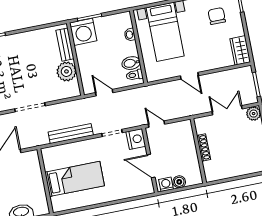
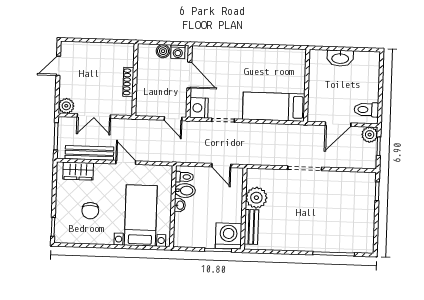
chair: (217, 16) -> (90, 211), moved
washbasin: (130, 35) -> (180, 205), moved
wardrobe: (240, 50) -> (78, 171), moved, turned 90
bench: (71, 134) -> (89, 153), moved
bed: (75, 179) -> (274, 107), moved

